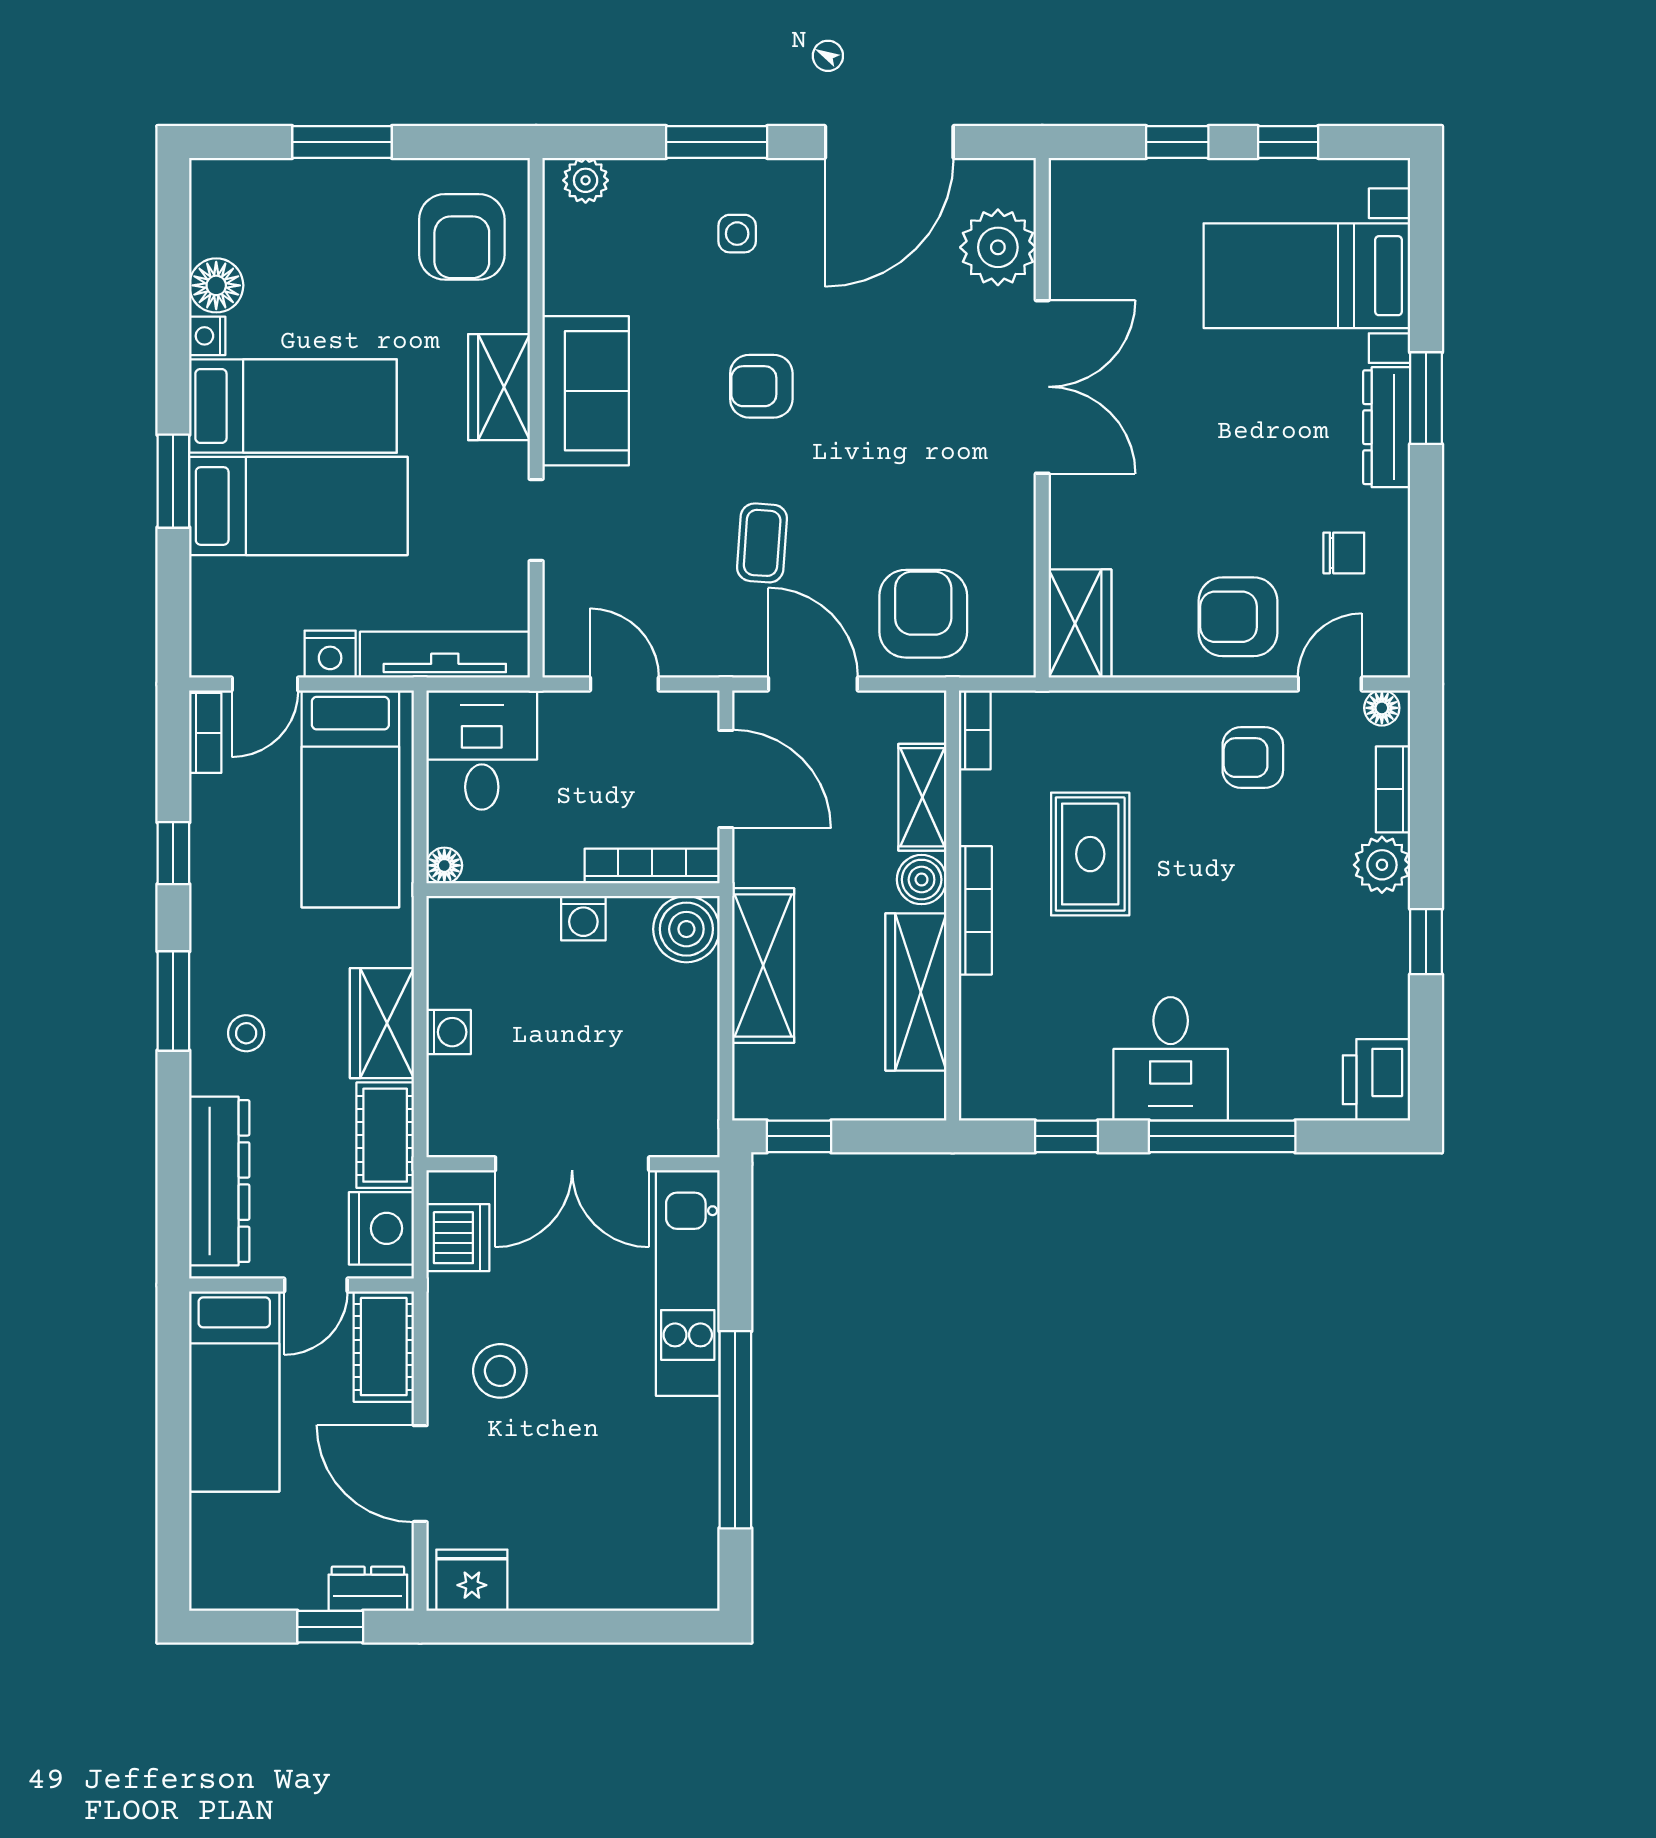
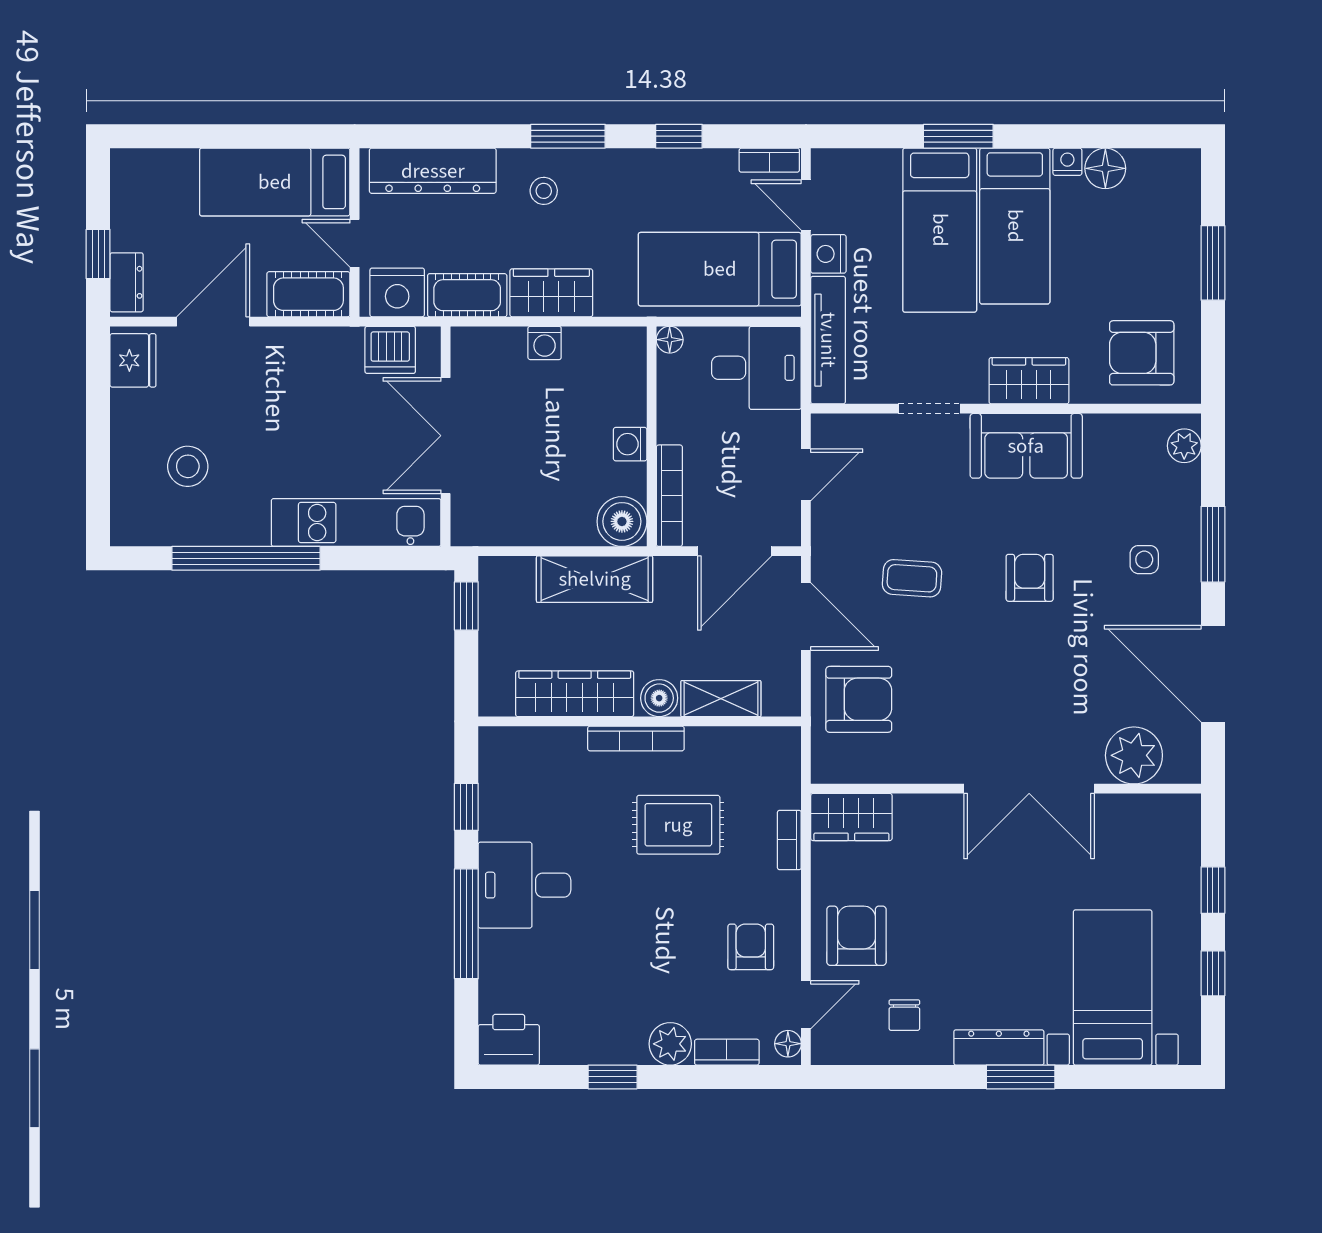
door: (813, 684) -> (806, 616), hinge flipped
door: (1330, 684) -> (806, 1005), hinge flipped
bookcase: (975, 730) -> (789, 840), moved, turned 90
stool: (500, 1371) -> (188, 466), moved

